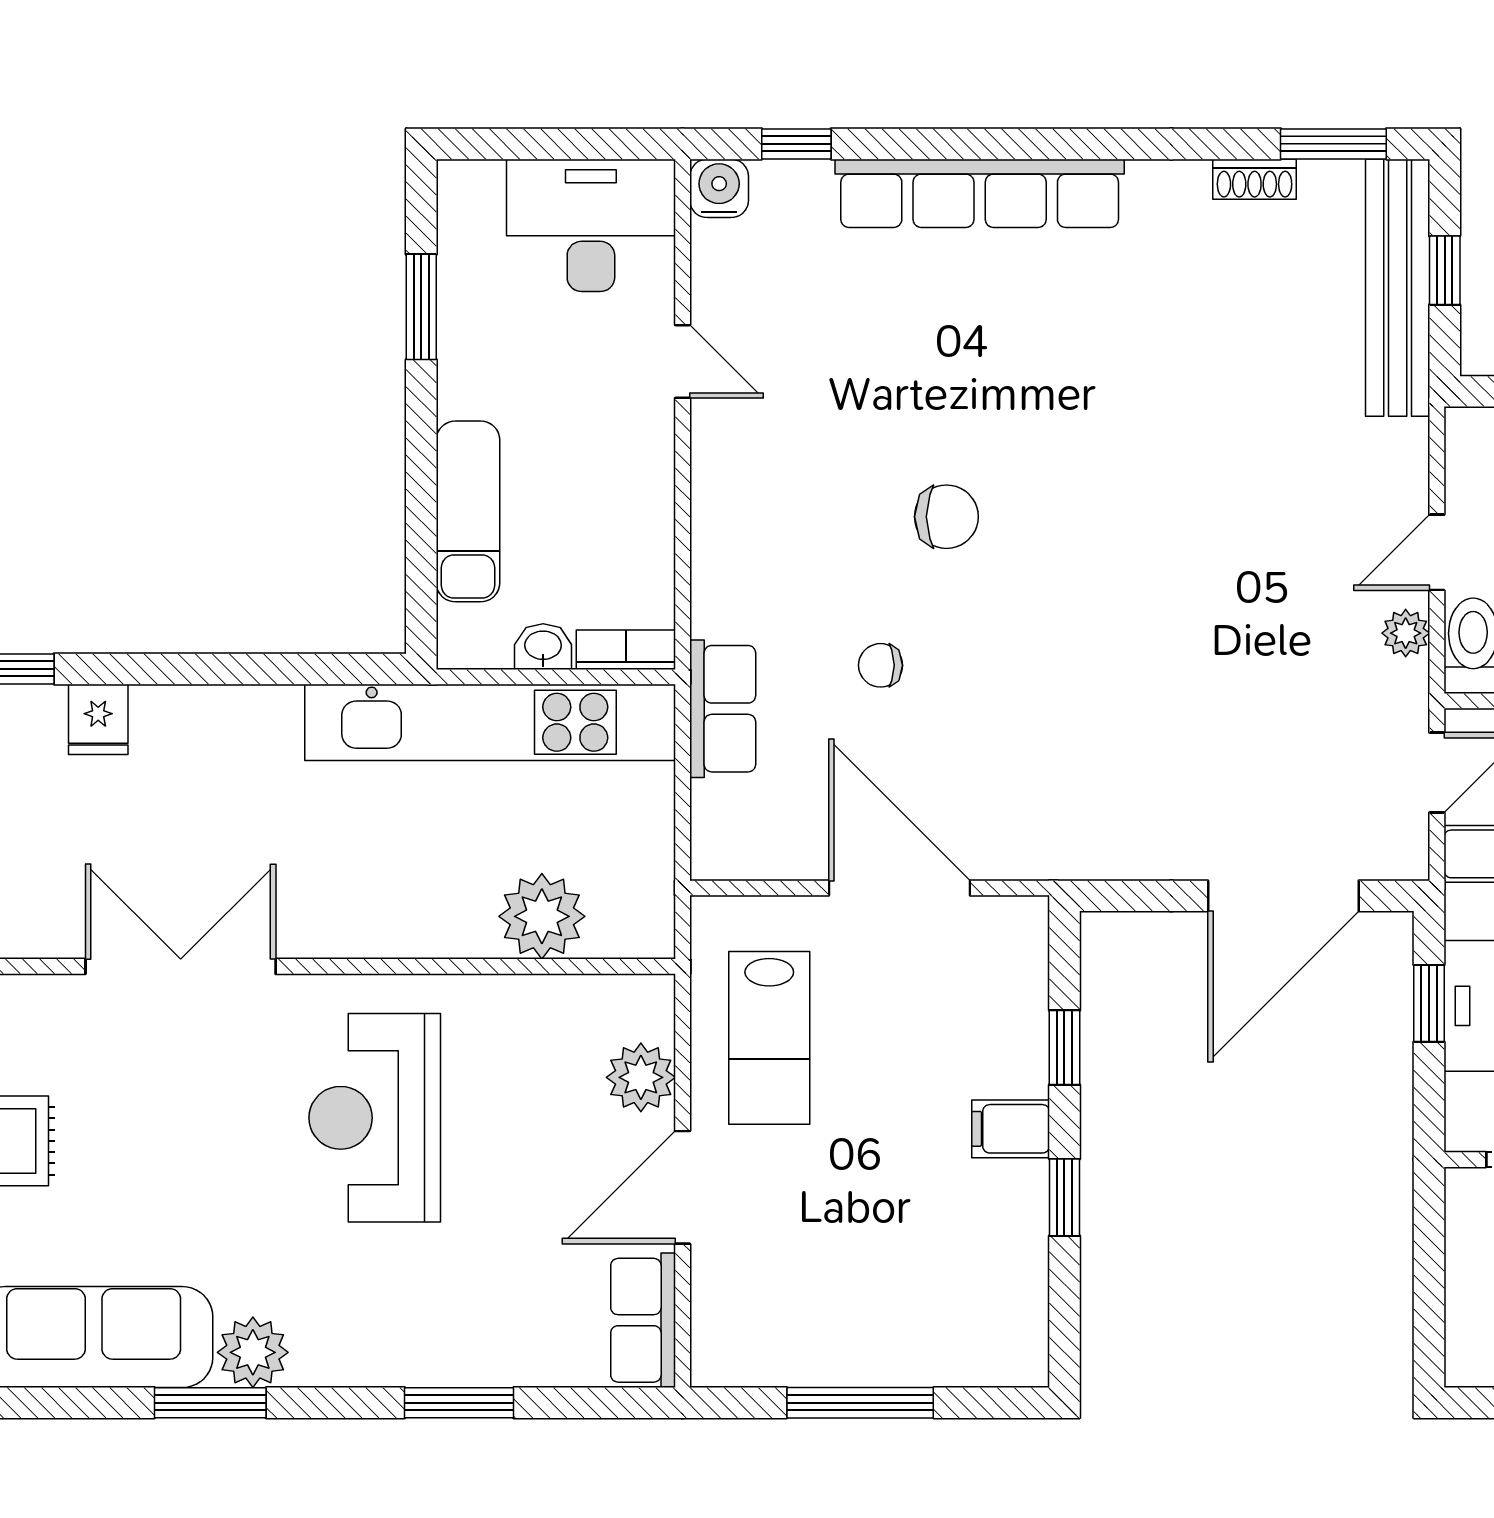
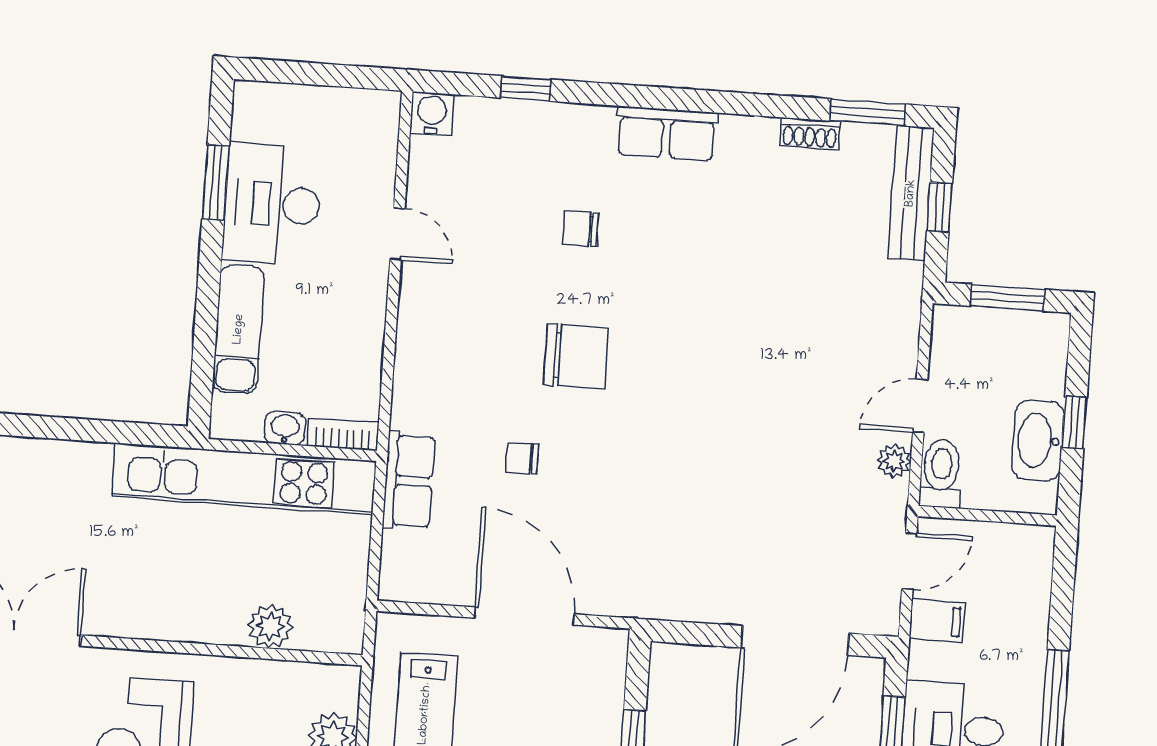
window: (796, 144) -> (526, 89), moved
row of seats: (980, 193) -> (667, 133), width x0.50
desk: (591, 225) -> (272, 204), moved, turned -90
bench: (1398, 288) -> (911, 193), width x0.73, depth x0.82
chair: (940, 336) -> (580, 229), added
chair: (946, 517) -> (576, 356), width x1.37, depth x1.37
plant: (542, 916) -> (270, 626), width x0.73, depth x0.73

